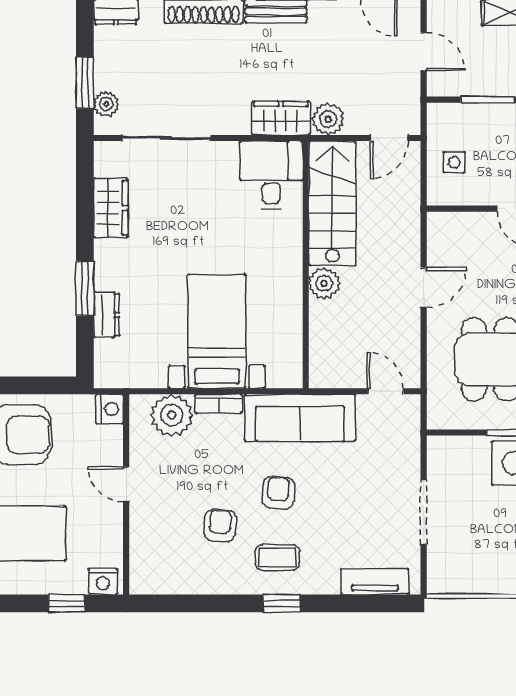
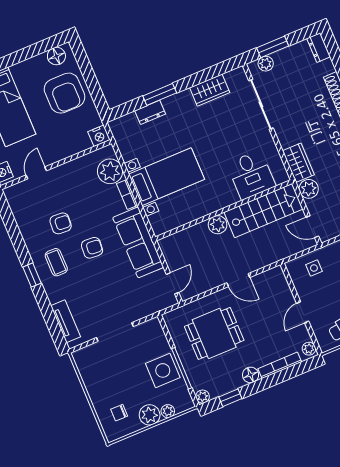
desk: (271, 175) -> (251, 175), moved, turned 90
door: (126, 484) -> (36, 173), moved

